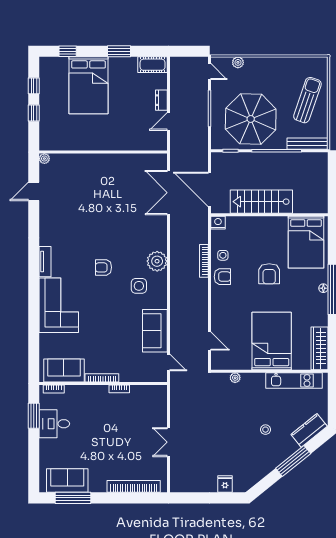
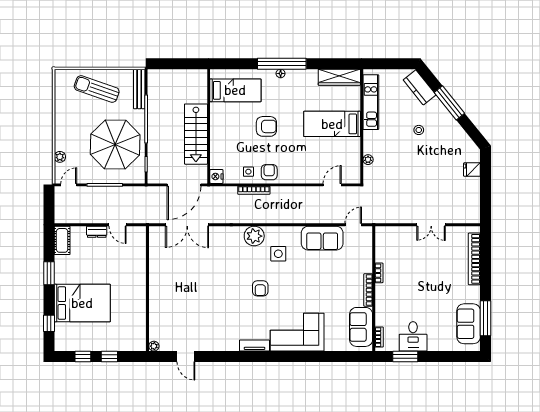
bed: (306, 242) -> (235, 90), width x0.67
bed: (272, 341) -> (332, 124), width x0.67

